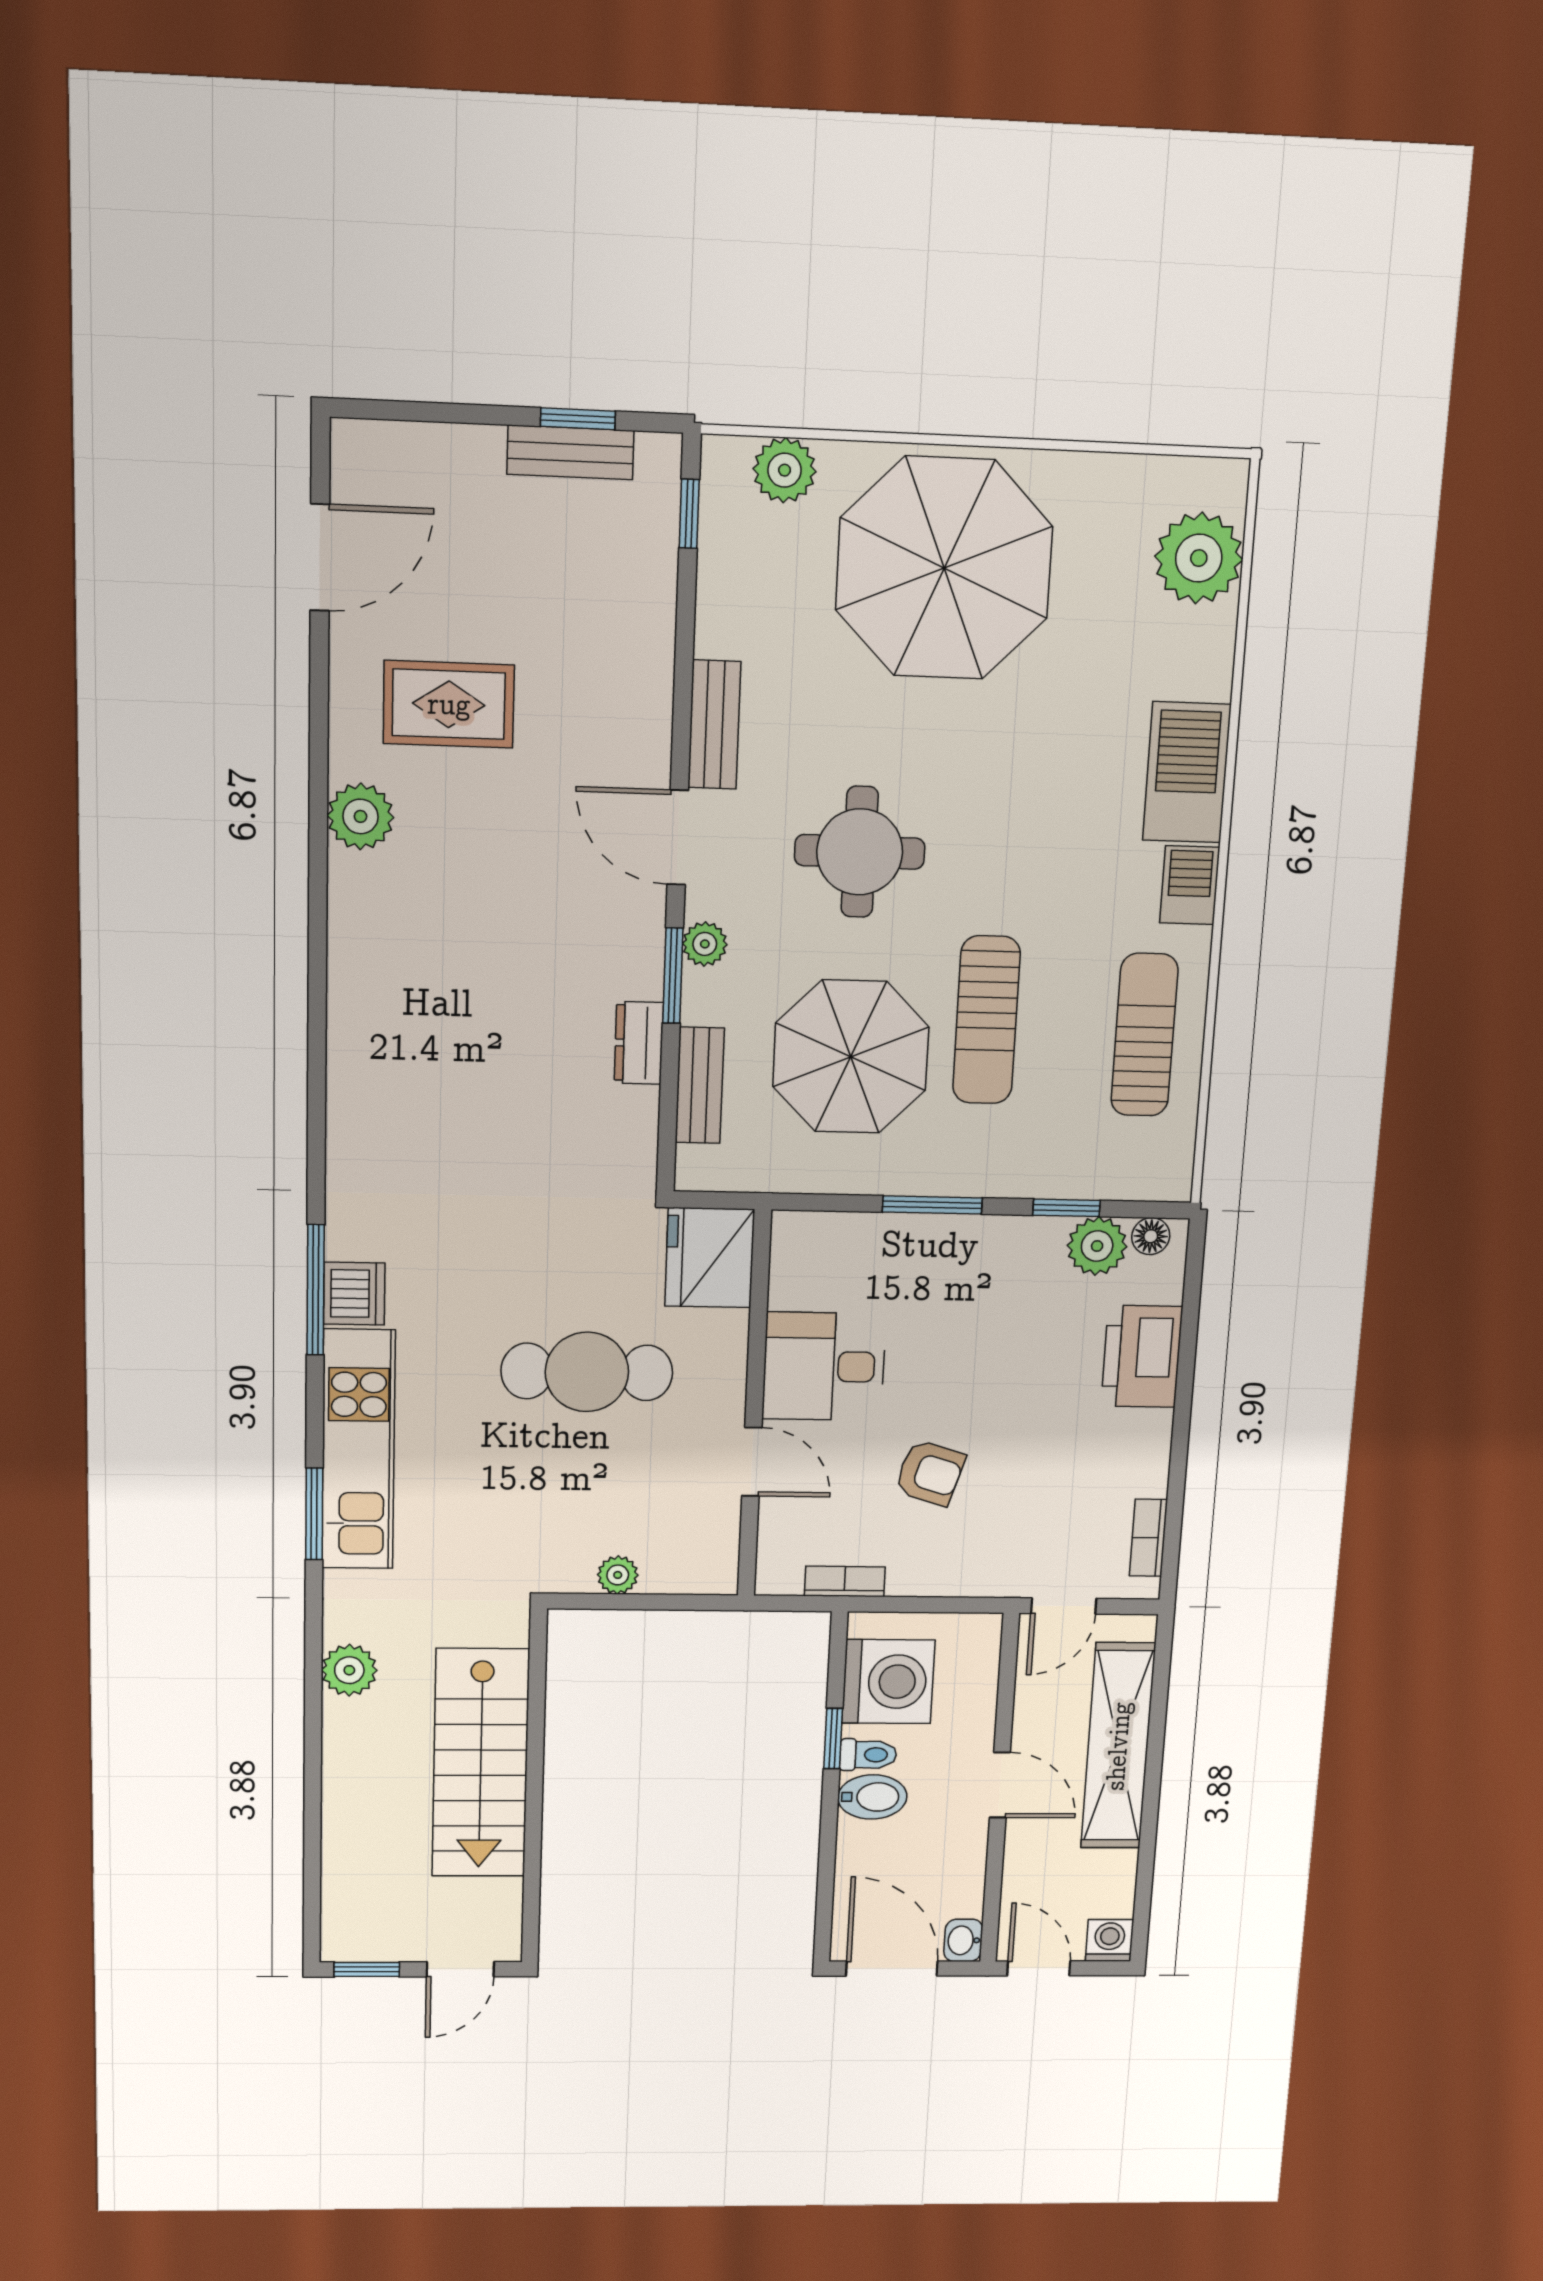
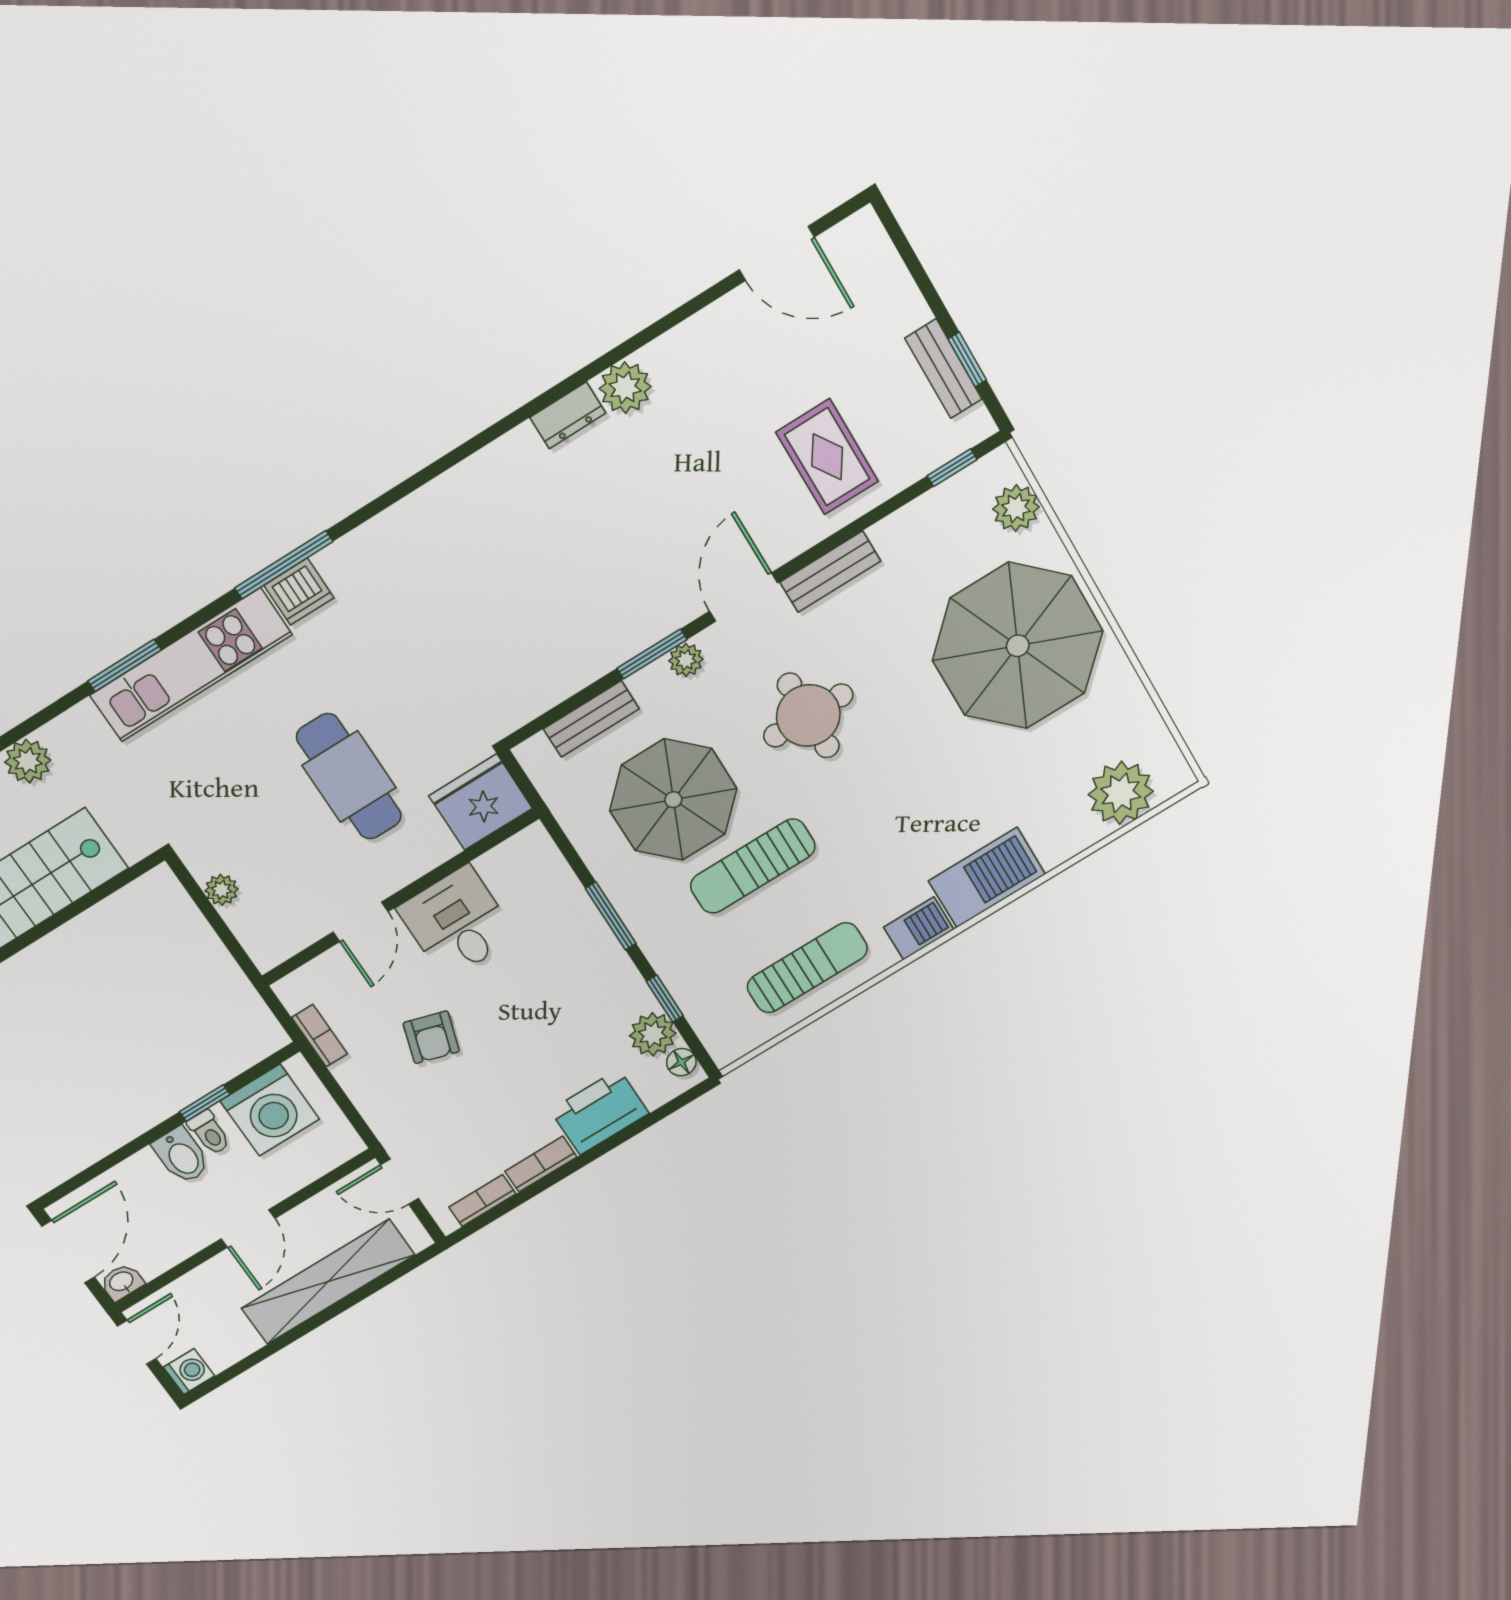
rug: (449, 704) -> (827, 457), moved
dresser: (639, 1043) -> (568, 415), moved, turned 180
bookcase: (1154, 1453) -> (541, 1164), added

